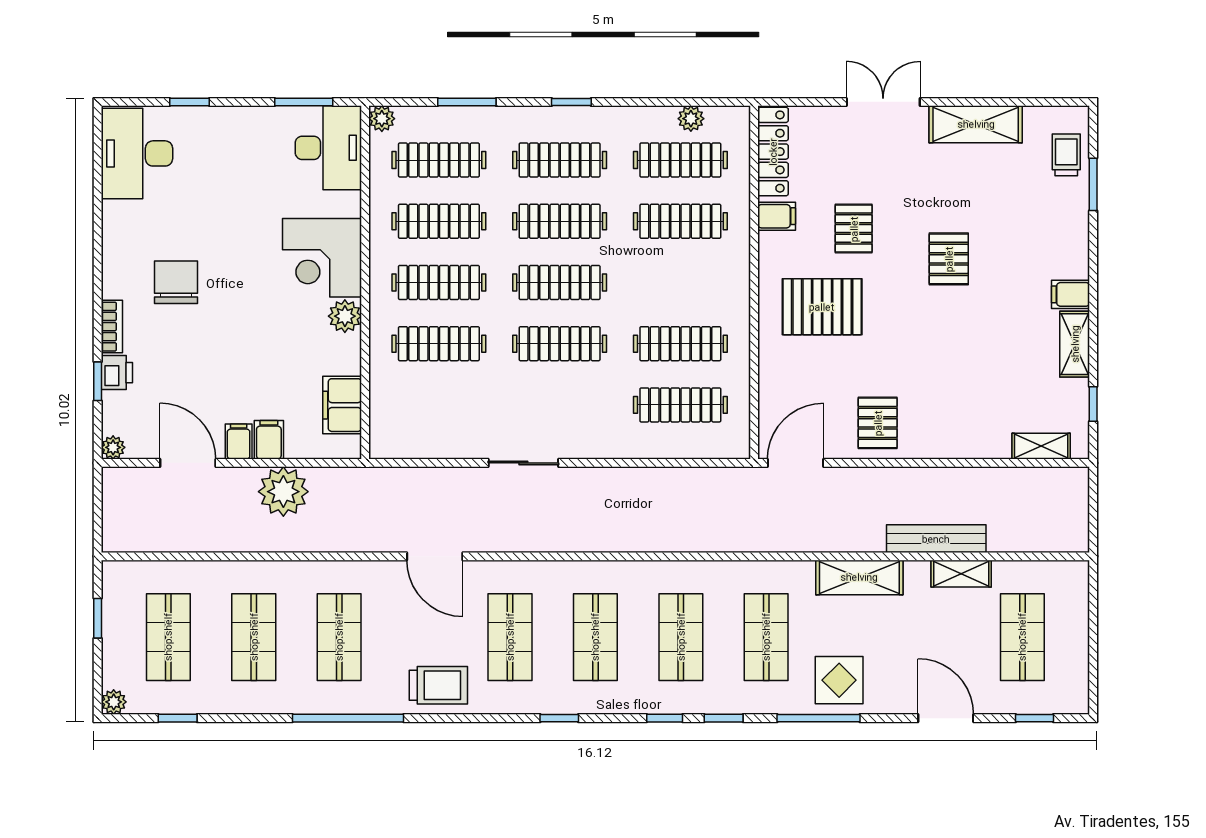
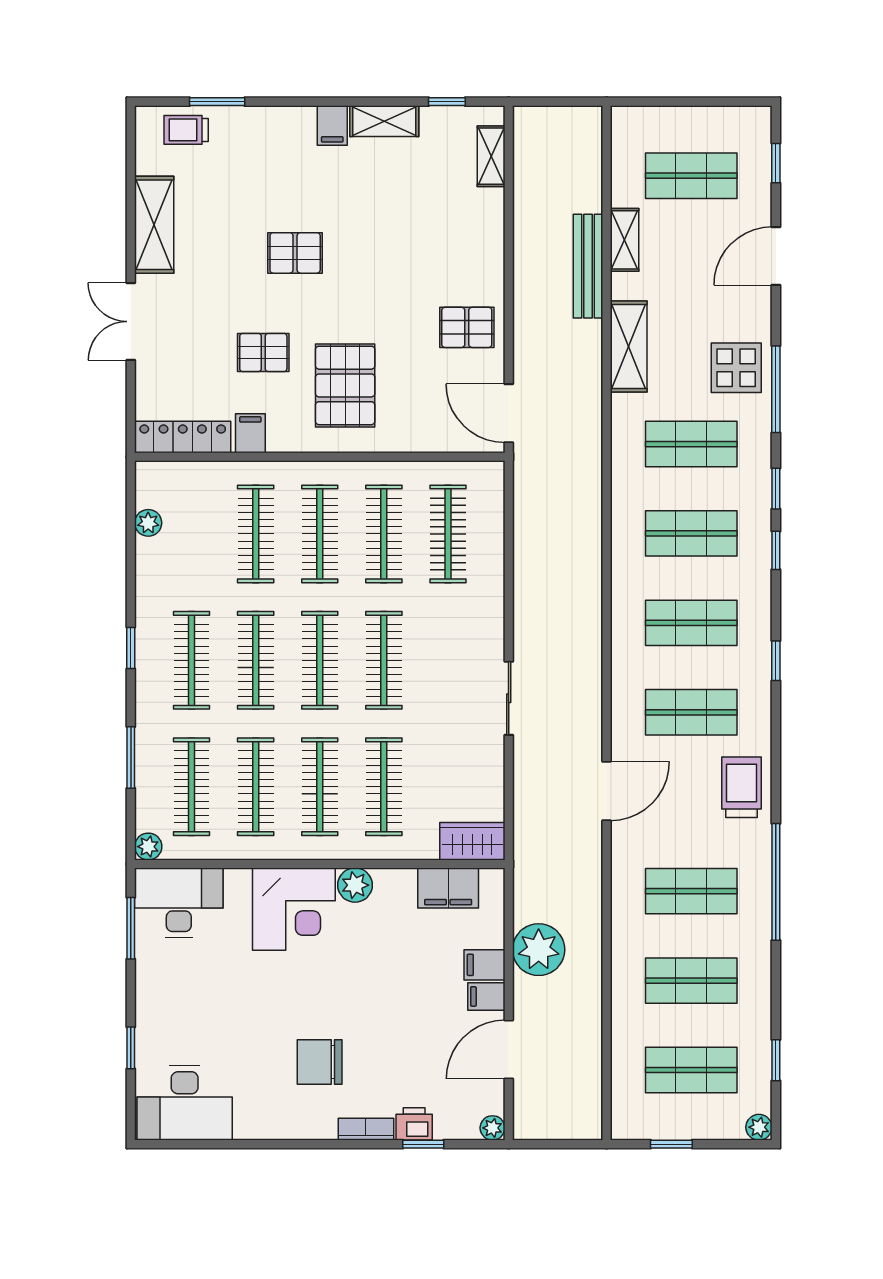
clothes rail: (680, 160) -> (320, 534), moved
wardrobe: (387, 428) -> (472, 841), added

